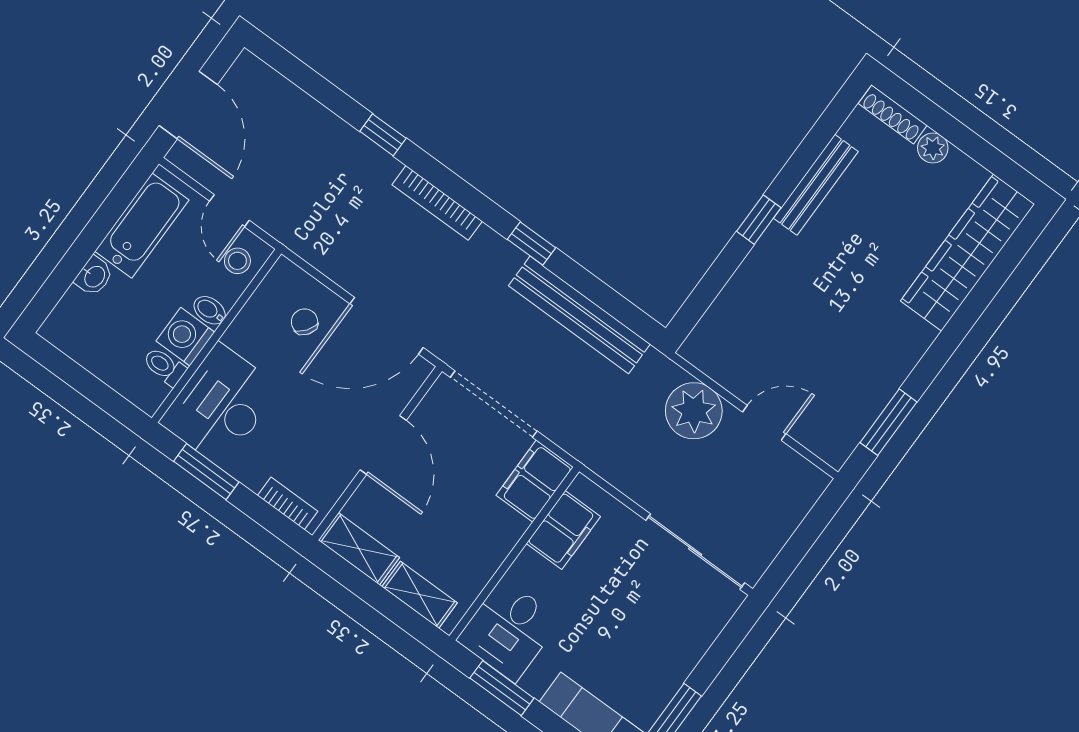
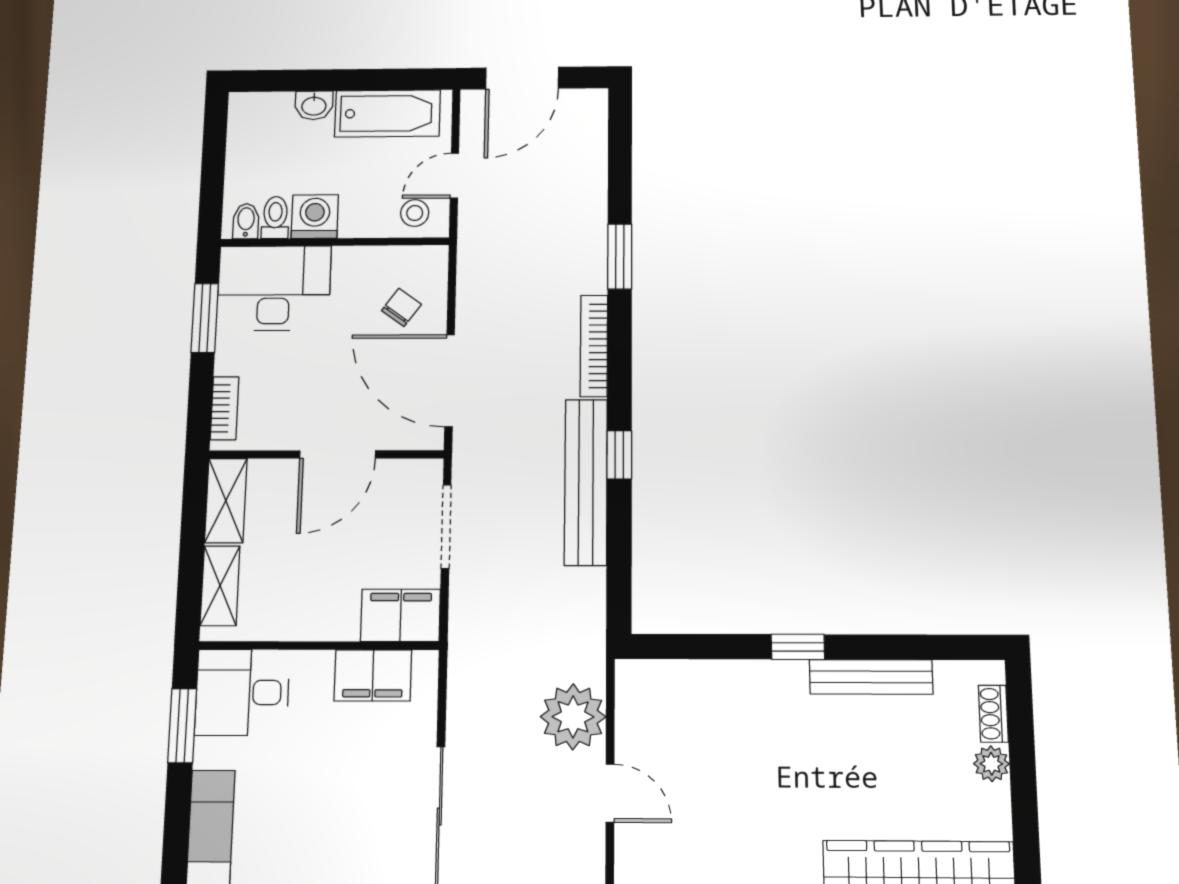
shoe rack: (893, 114) -> (993, 714), width x0.70
window: (383, 135) -> (620, 256), width x1.50
bidet: (210, 310) -> (246, 221), moved
bench: (579, 315) -> (586, 482), moved
doorway: (494, 404) -> (446, 527), width x0.73

